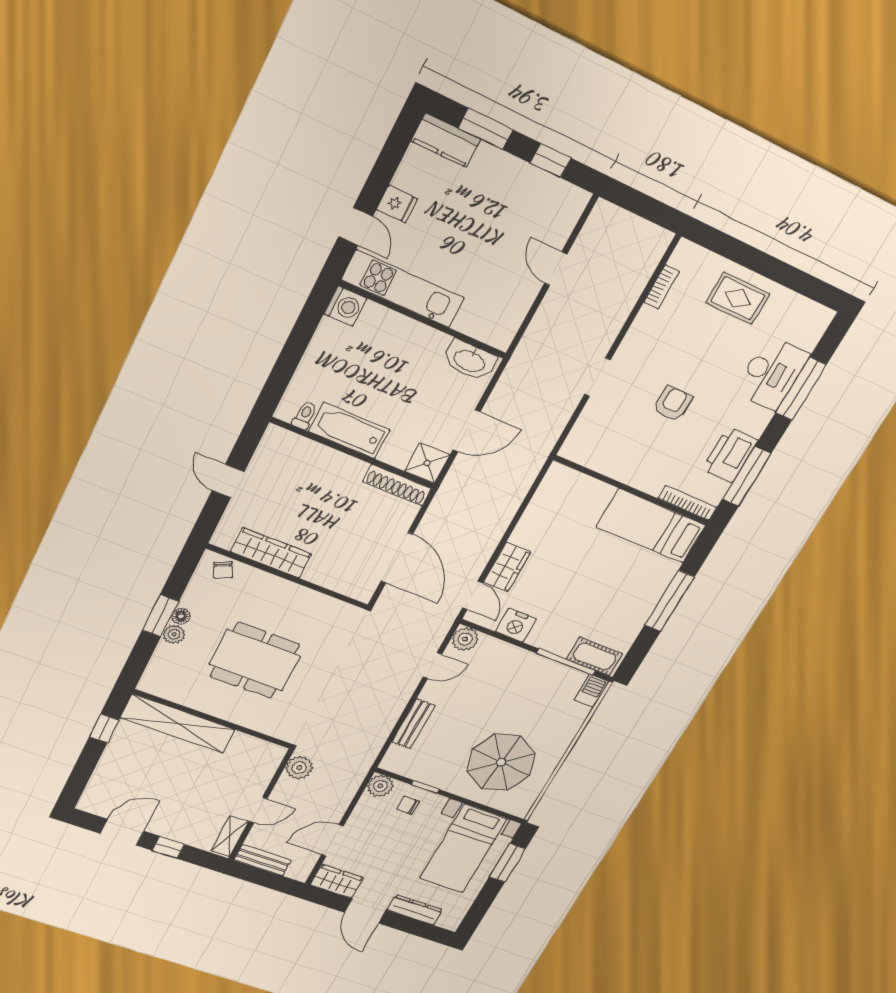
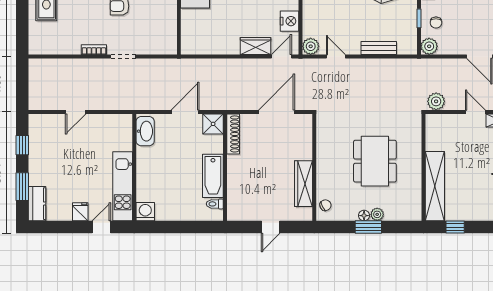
bookcase: (662, 287) -> (94, 50), moved
door: (467, 431) -> (185, 112), hinge flipped

